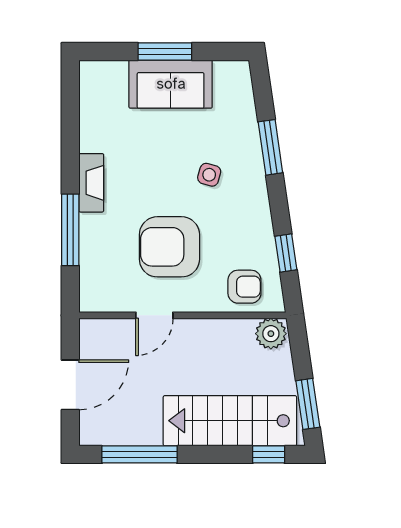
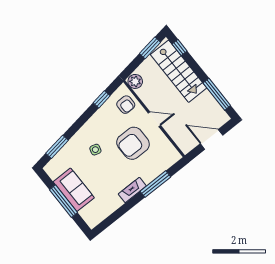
window: (165, 51) -> (63, 201), width x1.44
window: (270, 147) -> (57, 147), moved
armchair: (169, 247) -> (133, 143), turned 90
armchair: (244, 287) -> (126, 105), turned 180
door: (154, 315) -> (154, 119), moved

